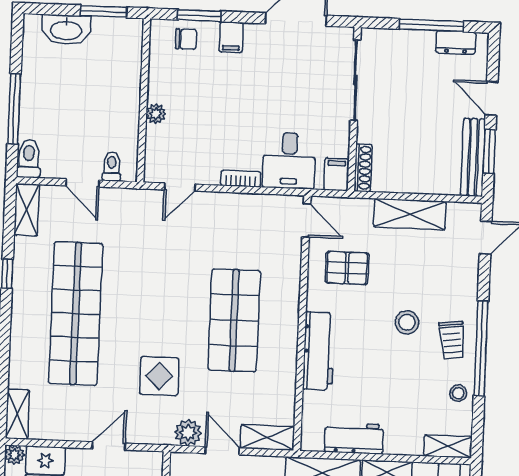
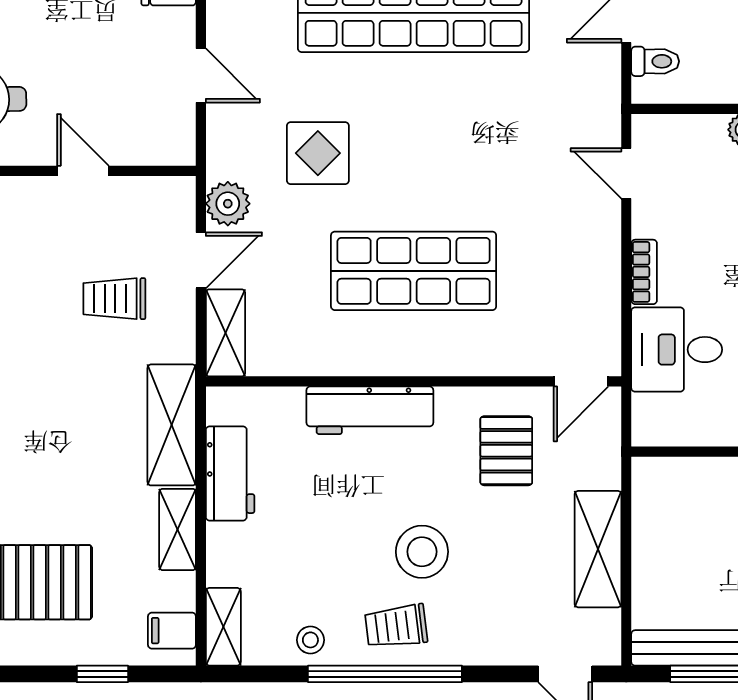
shoe rack: (363, 168) -> (670, 470), removed
filing cabinet: (336, 174) -> (657, 427), removed
stool: (407, 322) -> (422, 552), width x1.38, depth x1.38

